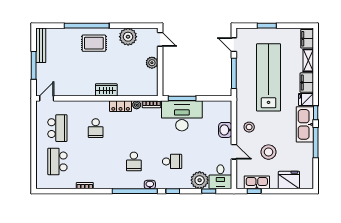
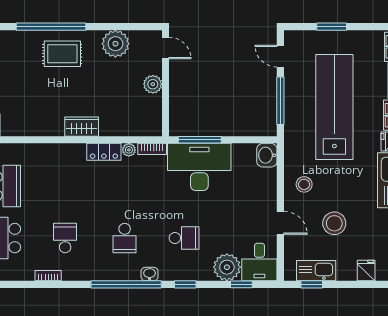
school desk: (96, 128) -> (65, 238), moved, turned 180
washbasin: (225, 130) -> (267, 155), moved
fridge: (289, 180) -> (366, 271), width x0.53, depth x0.75

